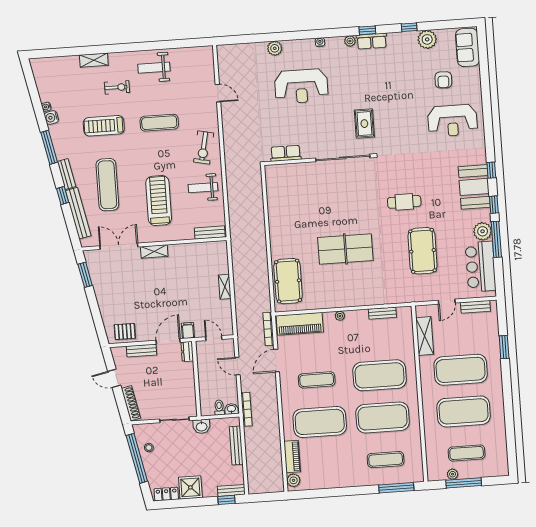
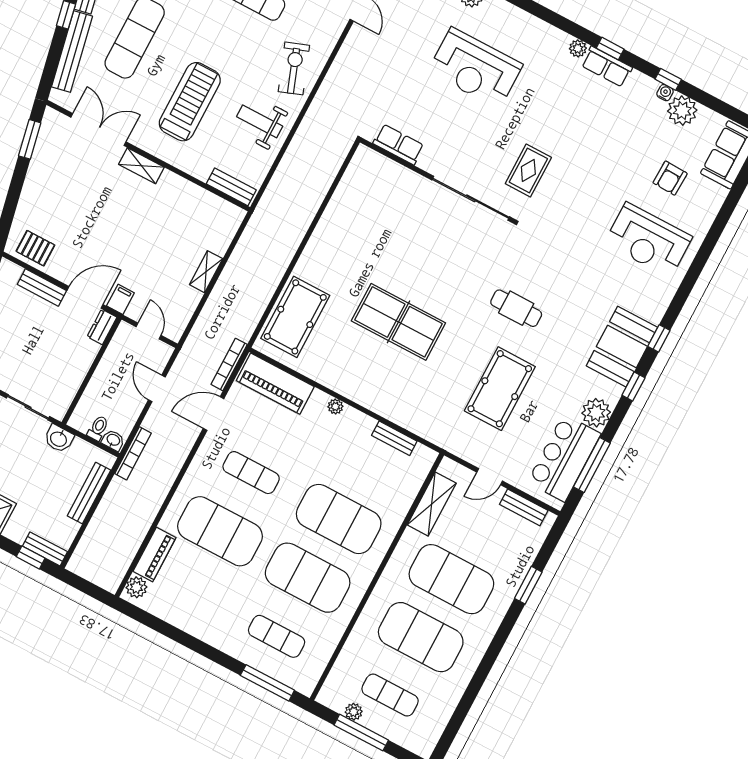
water cooler: (320, 42) -> (665, 93), moved
exercise bike: (204, 148) -> (294, 68), turned 148
window: (496, 239) -> (592, 465), moved

